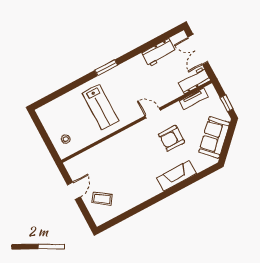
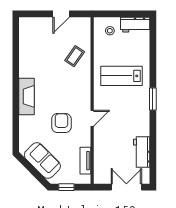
workbench: (194, 81) -> (135, 25), moved, turned 90
fireplace: (176, 176) -> (26, 96), moved
door: (74, 191) -> (61, 14), hinge flipped
coffee table: (102, 199) -> (75, 56), moved

